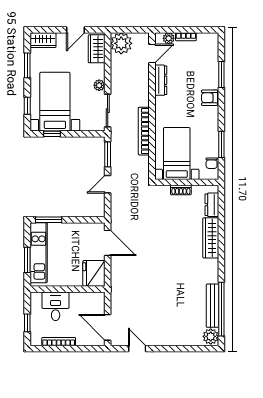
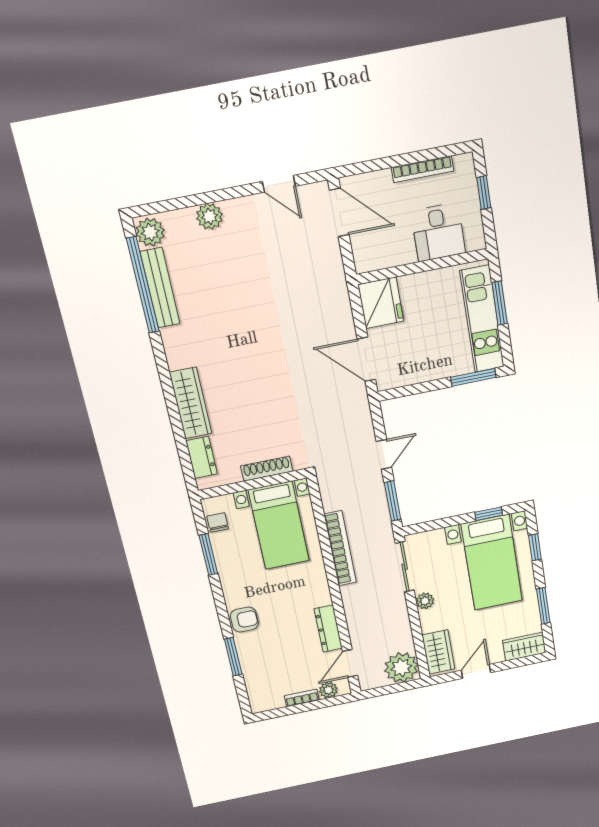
shoe rack: (181, 190) -> (267, 469), width x1.43
plant: (177, 339) -> (209, 216), added

